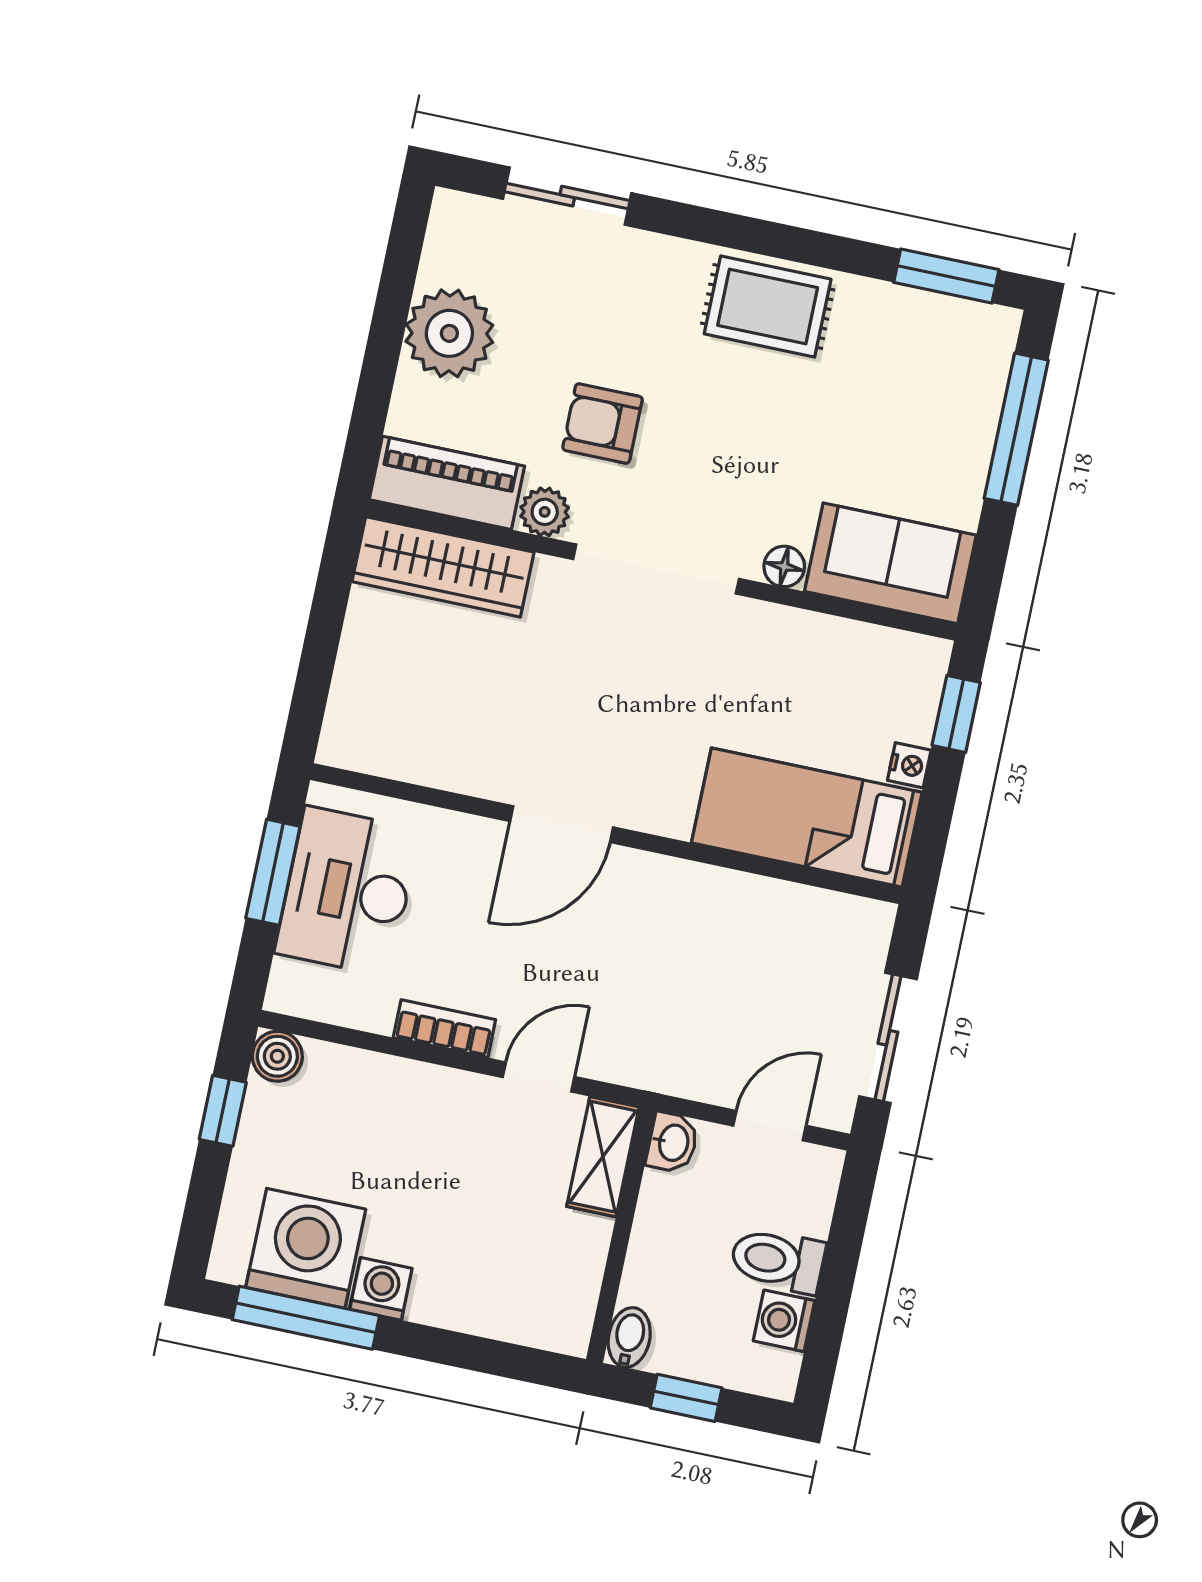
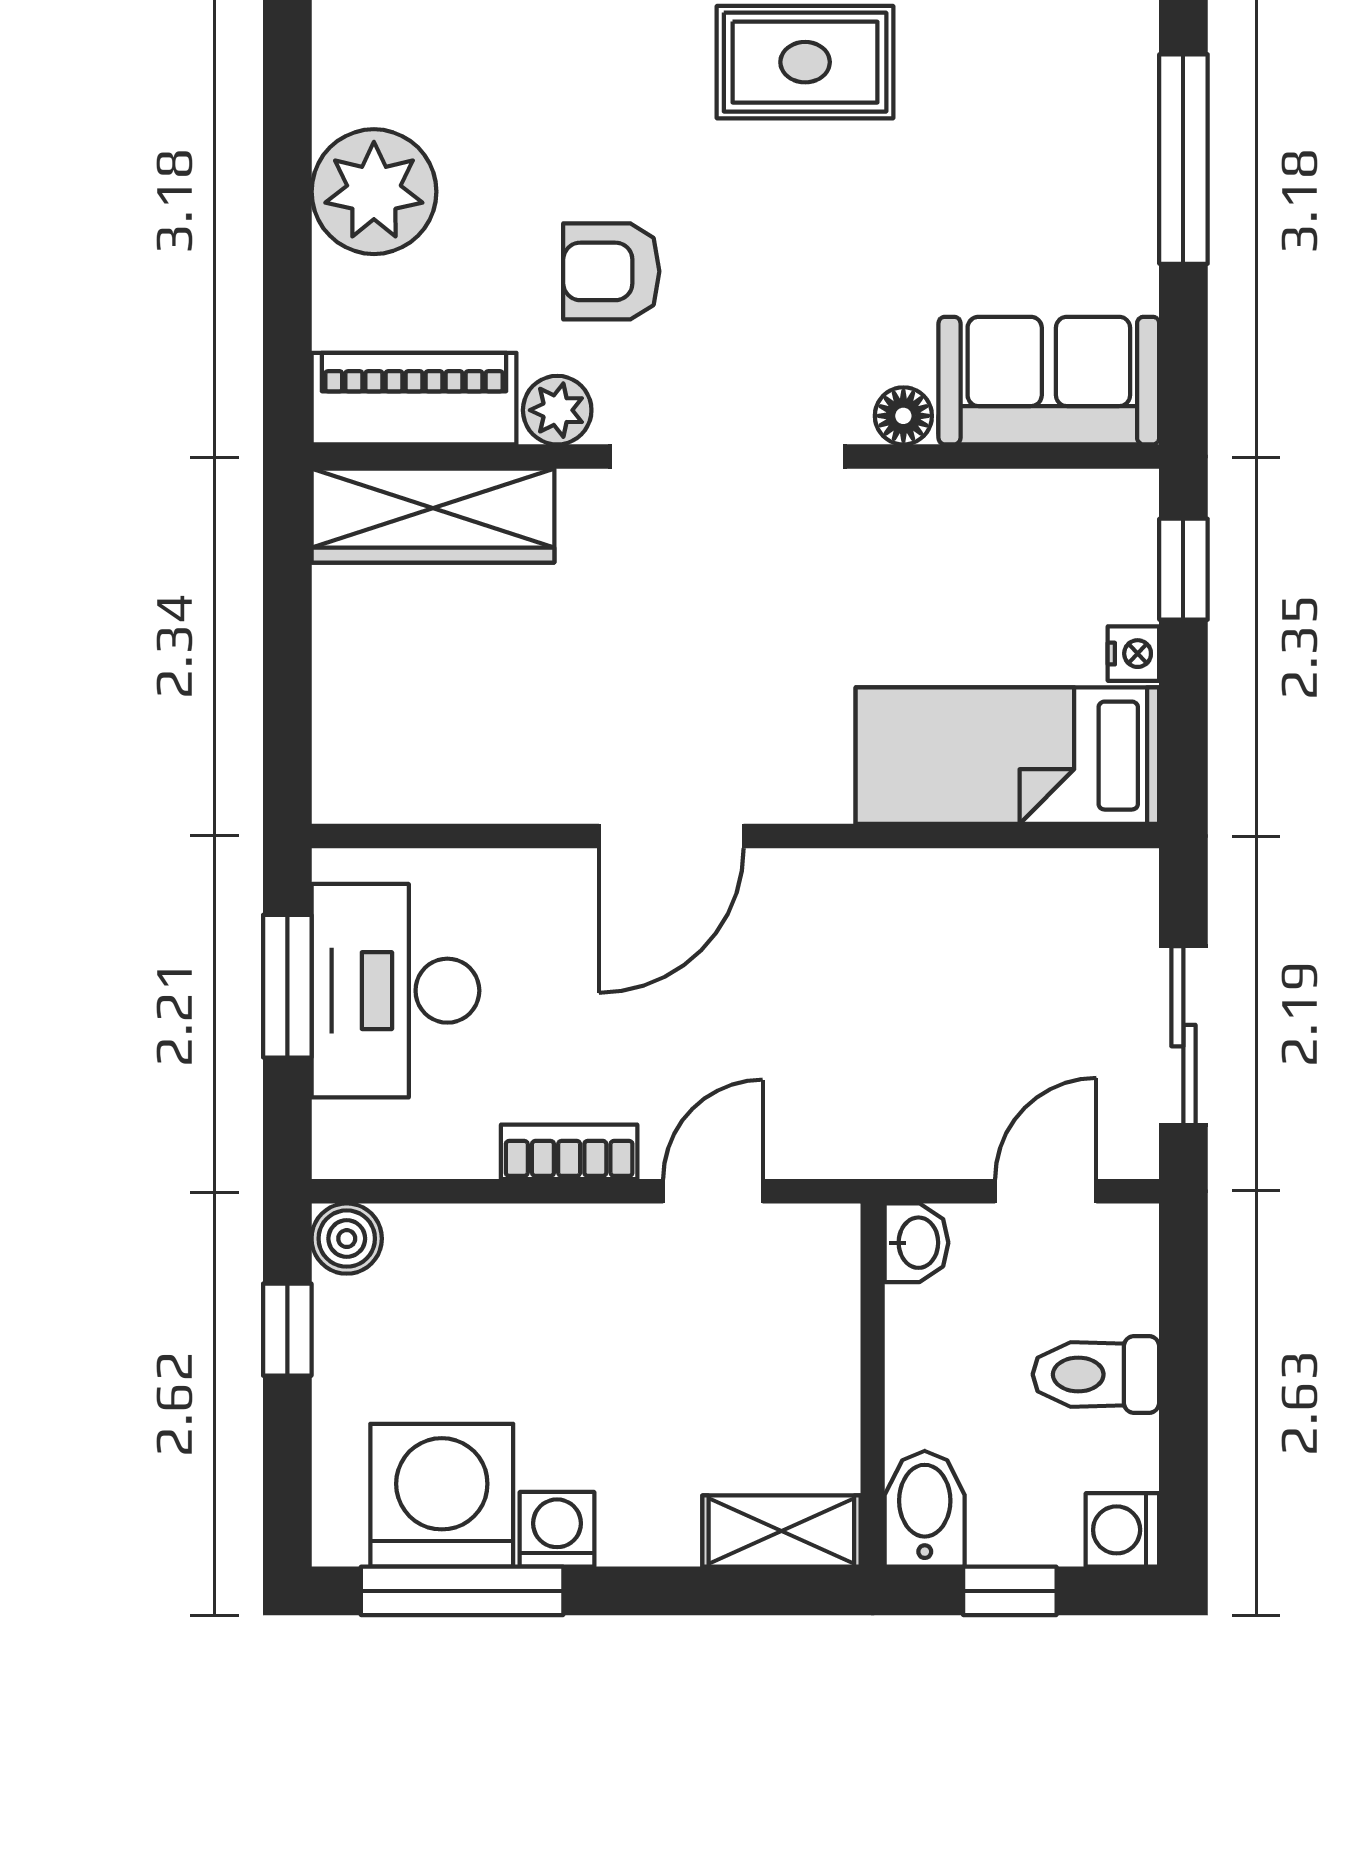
shelving: (603, 1157) -> (781, 1531), moved, turned 90
washing machine: (784, 1321) -> (1122, 1530), moved
bidet: (629, 1337) -> (925, 1509), width x1.38, depth x1.36

